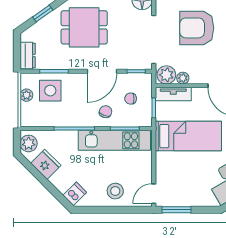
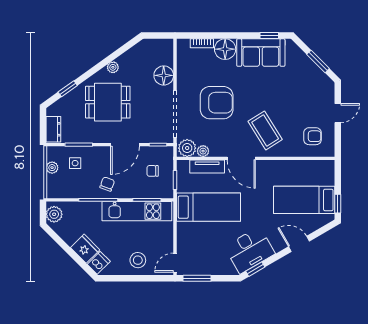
armchair: (197, 28) -> (217, 103), turned 180
side table: (50, 91) -> (75, 163), width x0.54, depth x0.54
tv unit: (173, 94) -> (207, 167), moved
chair: (105, 112) -> (107, 184), moved
fridge: (46, 164) -> (85, 249), moved

